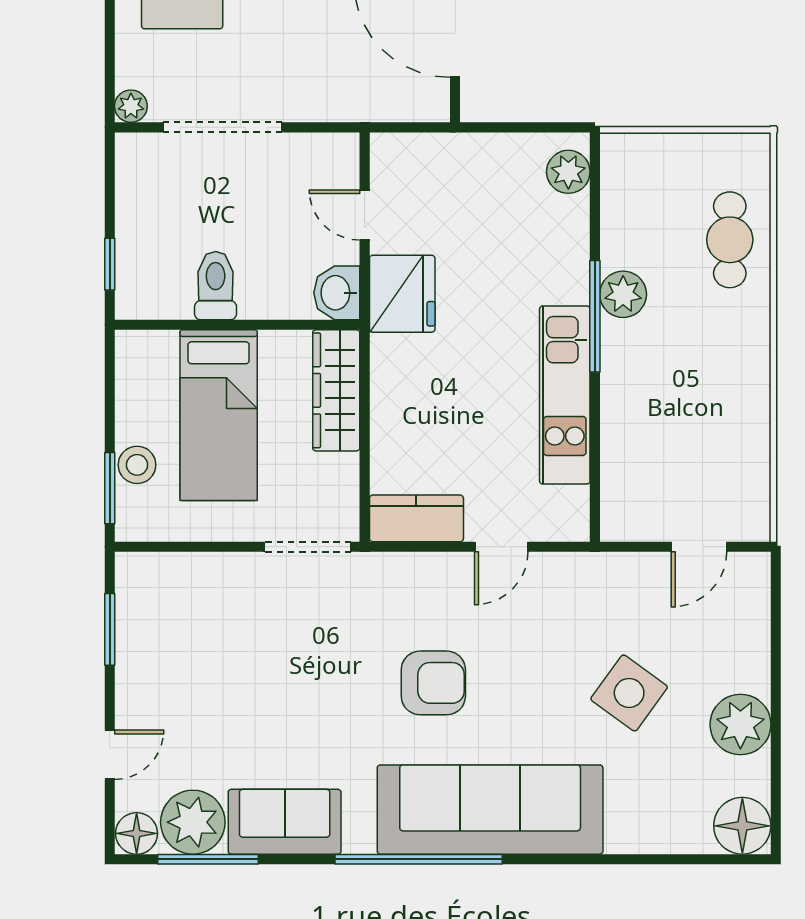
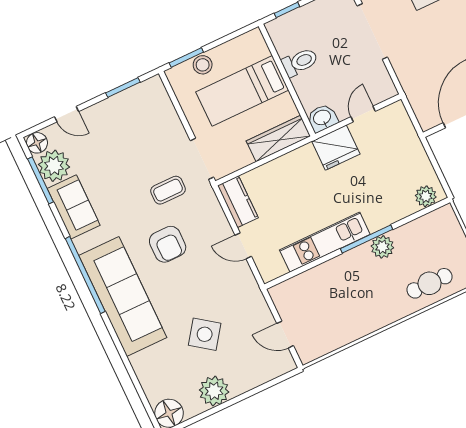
coffee table: (335, 636) -> (168, 190), added

